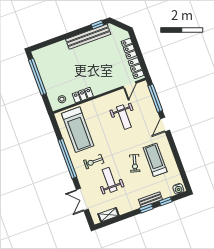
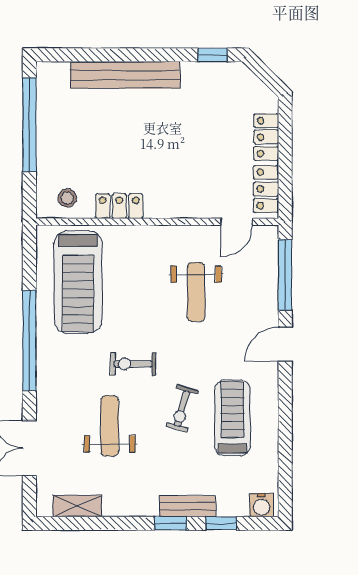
bench: (88, 37) -> (125, 75), moved
exercise bike: (94, 162) -> (133, 364), moved

